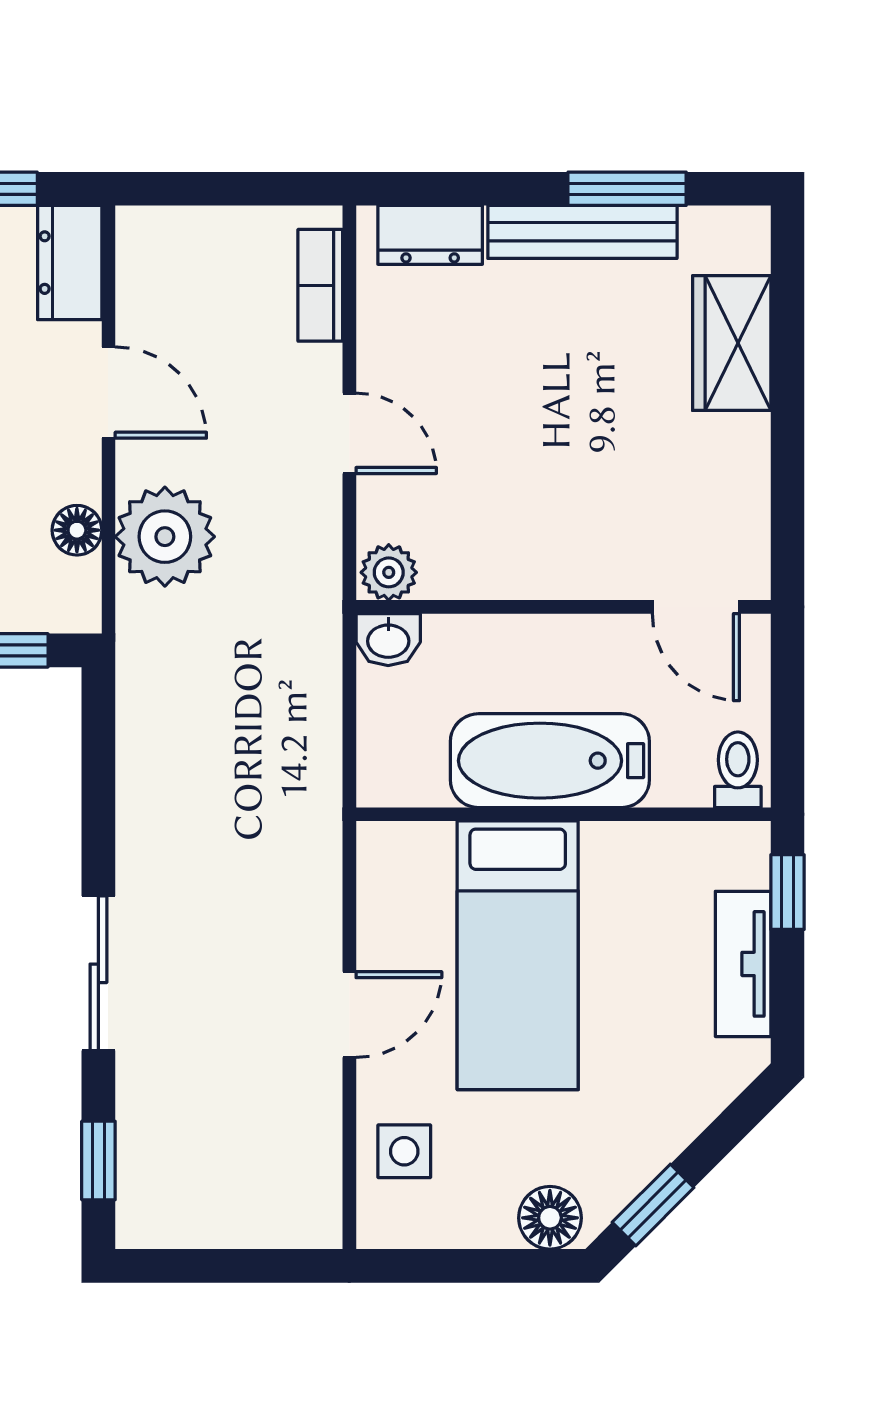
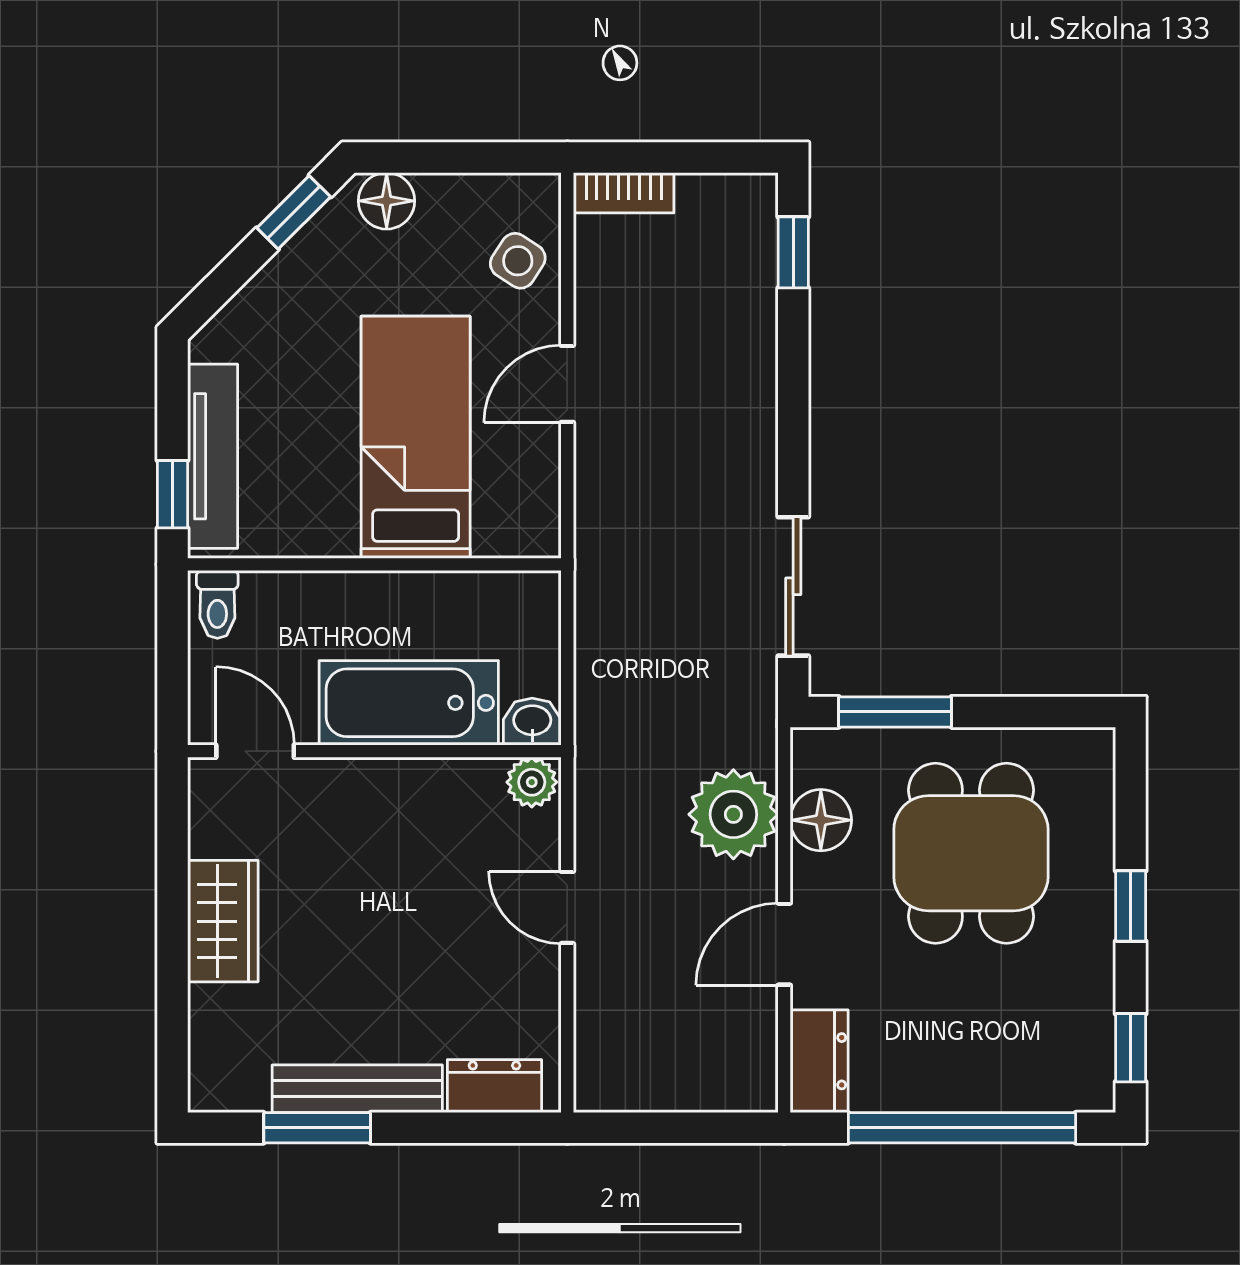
bookcase: (320, 285) -> (624, 193), moved, turned 90
wardrobe: (732, 343) -> (223, 921), moved
door: (108, 393) -> (784, 944), hinge flipped
floor lamp: (77, 530) -> (821, 820), width x1.37, depth x1.37
bathtub: (550, 761) -> (409, 703), moved, turned 180
tv unit: (743, 964) -> (213, 456), width x1.41
sliding door: (98, 973) -> (793, 586), moved
side table: (404, 1151) -> (518, 261), turned 33

